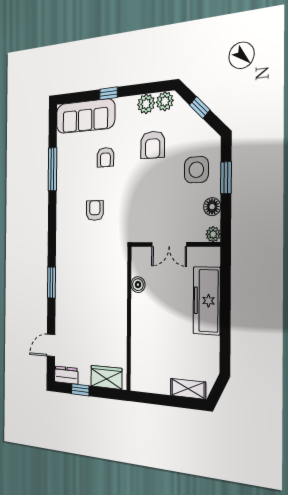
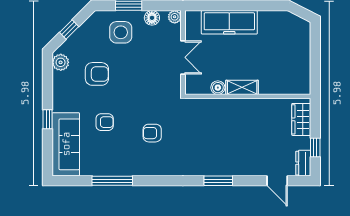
plant: (146, 104) -> (61, 81), removed
shelving: (188, 389) -> (242, 87), moved, turned 90

